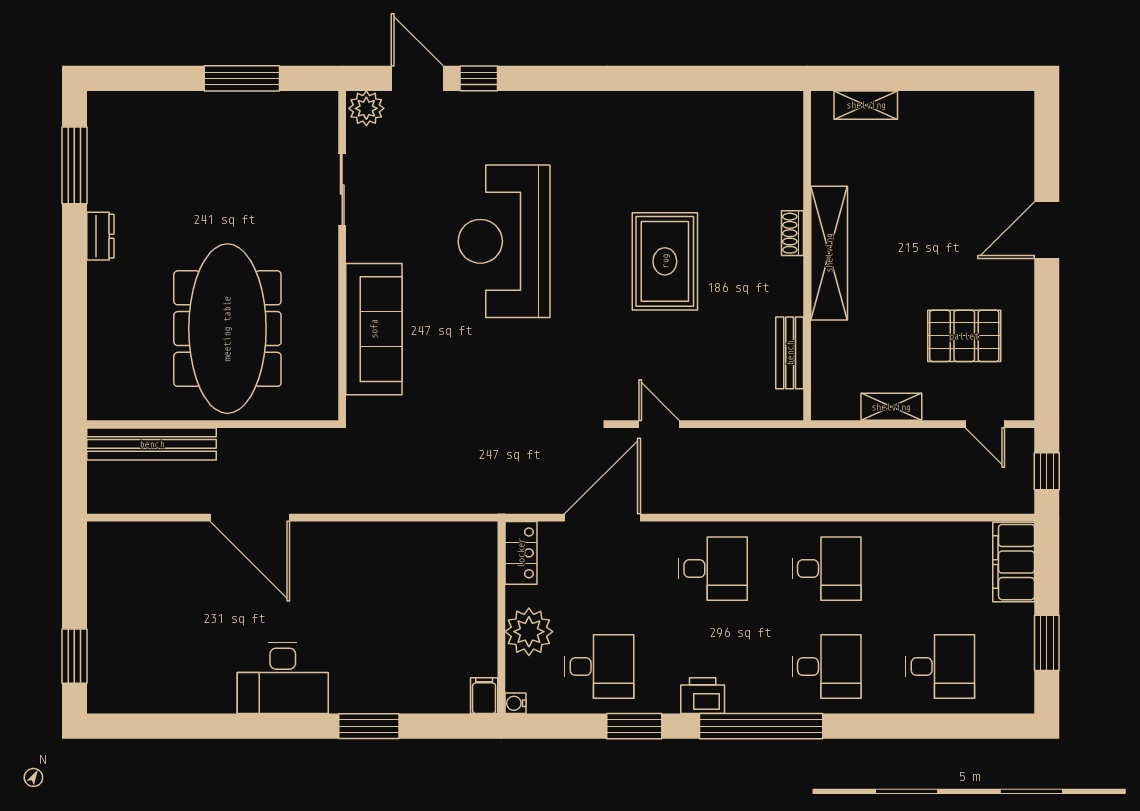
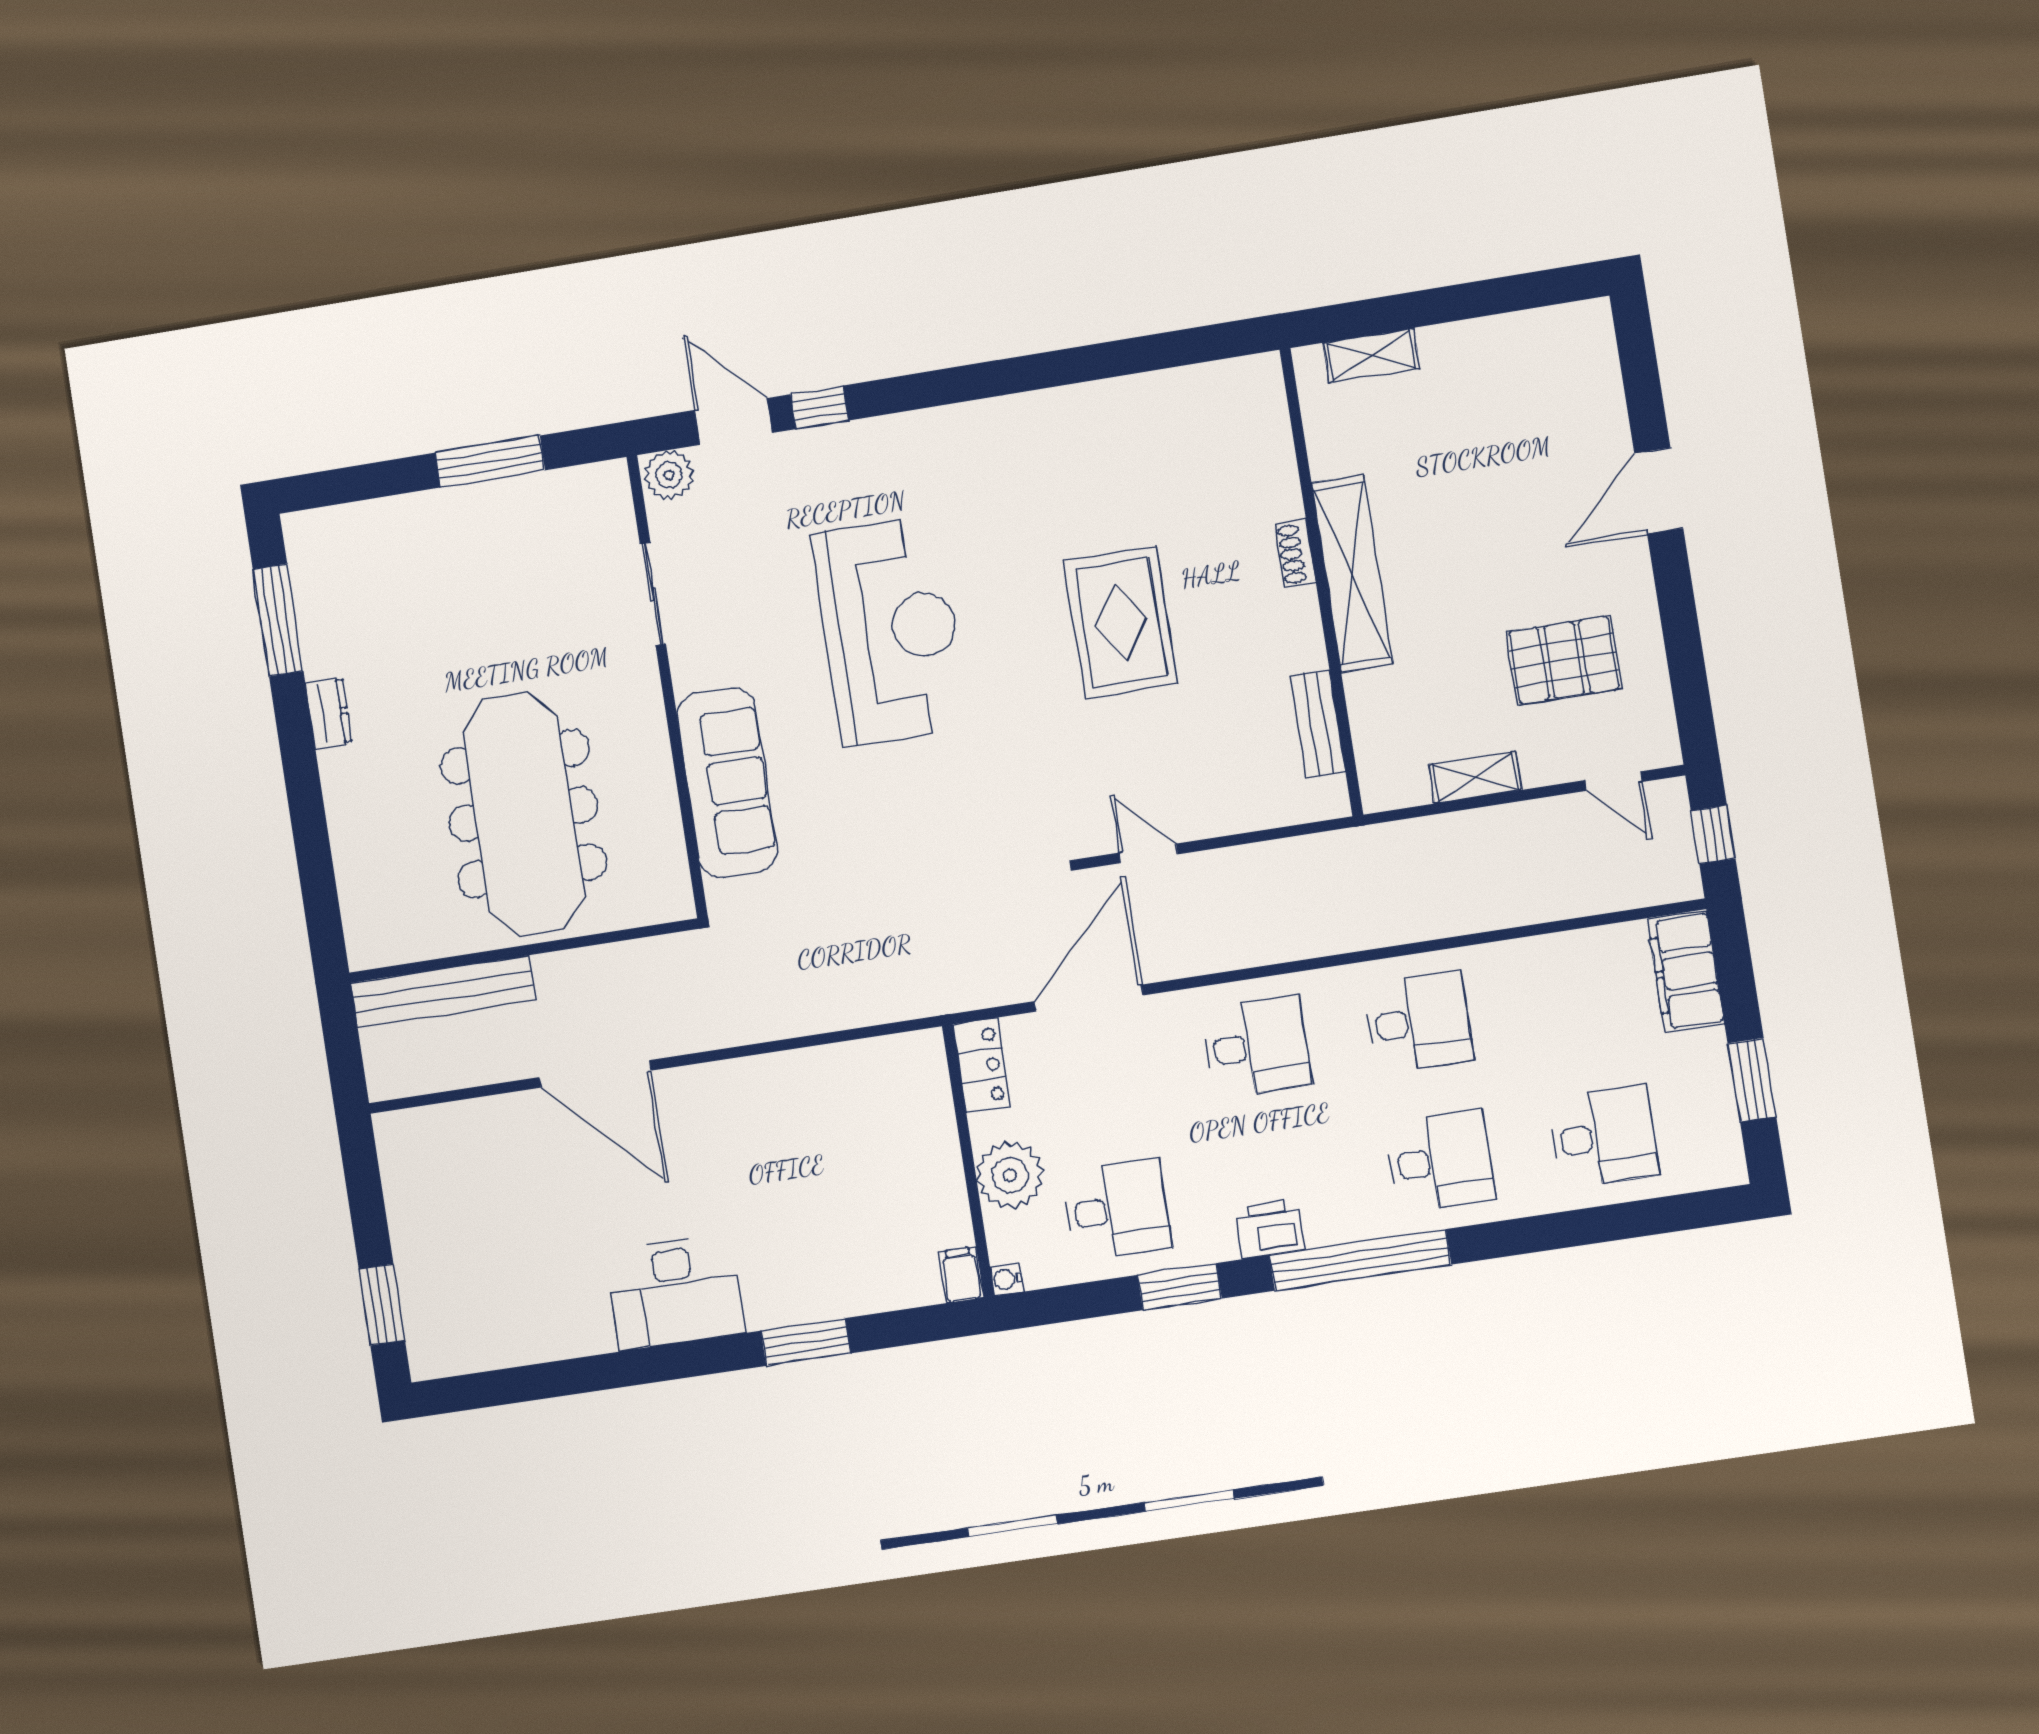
reception desk: (504, 241) -> (890, 630), turned 180

